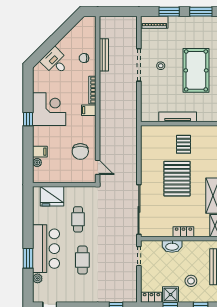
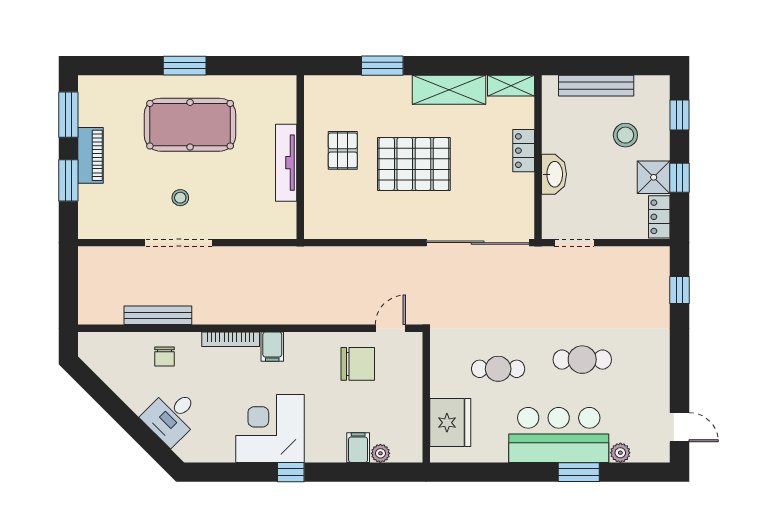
piano: (154, 22) -> (90, 155), moved
pallet: (184, 144) -> (343, 150), turned 90

